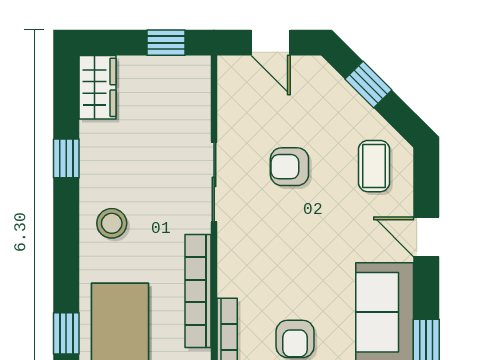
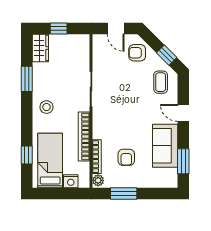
window: (166, 43) -> (59, 28), moved
window: (368, 84) -> (167, 55), moved
window: (66, 158) -> (27, 79), width x1.50
armchair: (289, 167) -> (137, 53), moved

